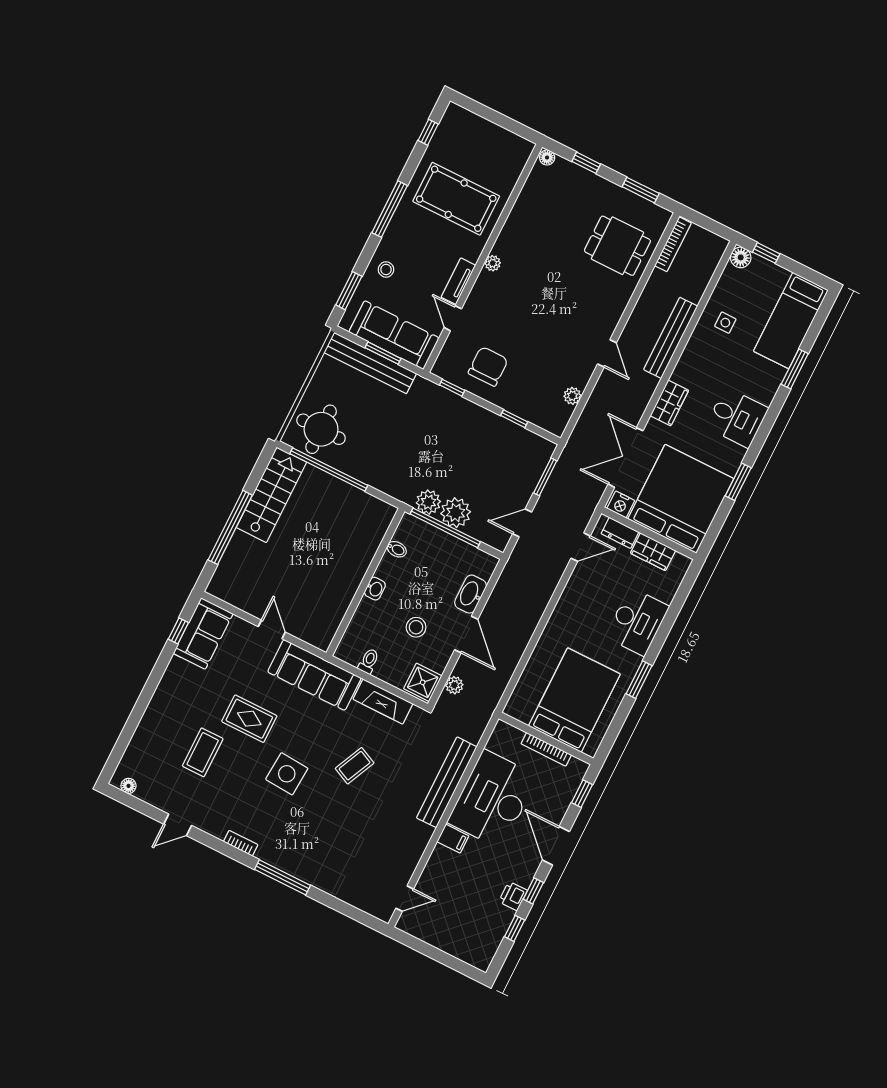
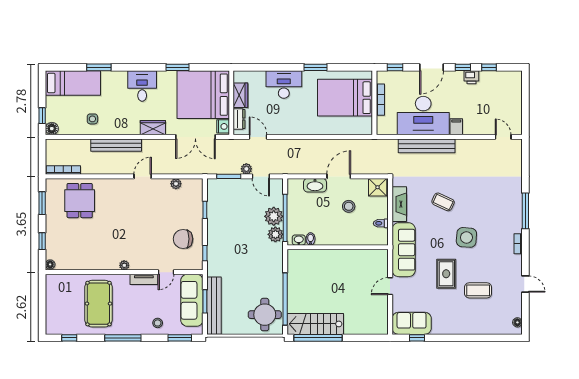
window: (230, 527) -> (318, 338), moved
washbasin: (375, 589) -> (299, 240), moved
plant: (454, 685) -> (246, 169), moved

